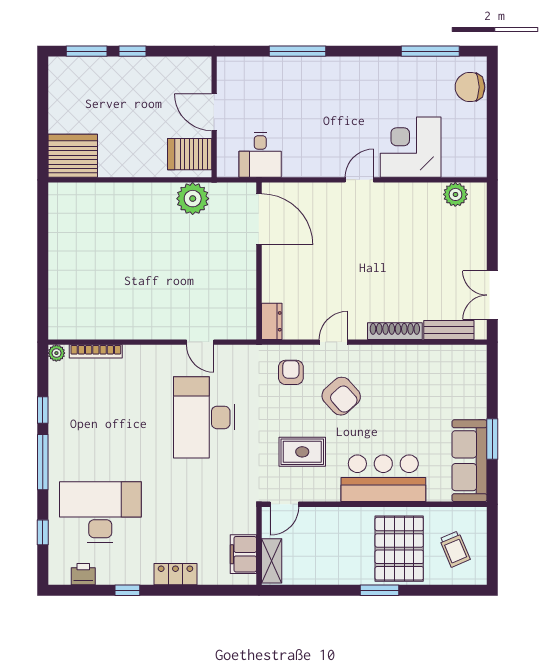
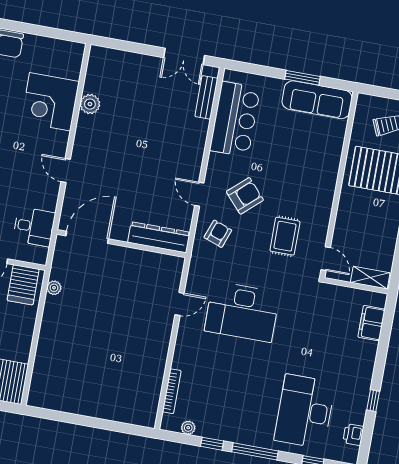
door: (359, 180) -> (66, 171), moved
plant: (455, 194) -> (90, 104), moved
plant: (193, 199) -> (54, 288), width x0.53, depth x0.53
dresser: (272, 321) -> (159, 237), width x1.96, depth x1.24
shoe rack: (395, 331) -> (199, 142), removed
plant: (56, 353) -> (188, 428), moved
armchair: (291, 372) -> (218, 234), turned 110
bar counter: (383, 478) -> (235, 119), moved, turned 180
filing cabinet: (243, 554) -> (371, 323), moved, turned 90
locker: (175, 574) -> (367, 359), removed

